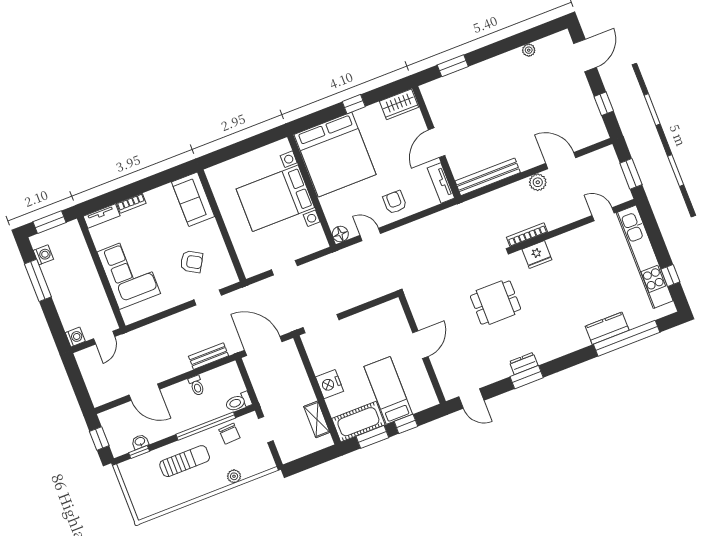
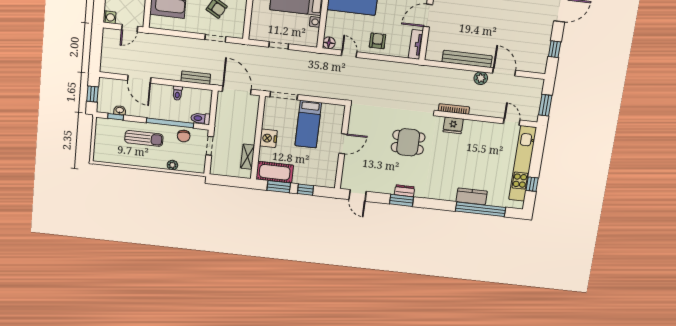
bench: (488, 177) -> (467, 59), moved
bed: (388, 390) -> (308, 124), moved, turned 180

